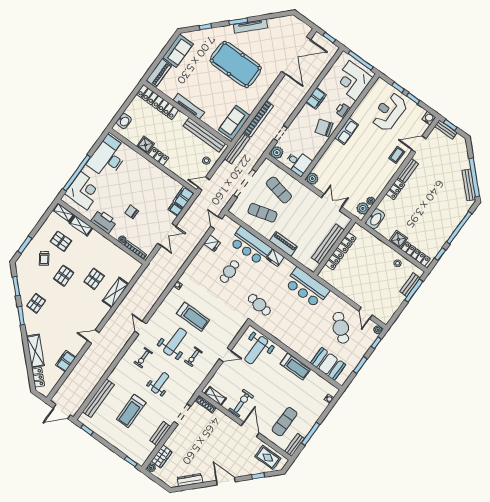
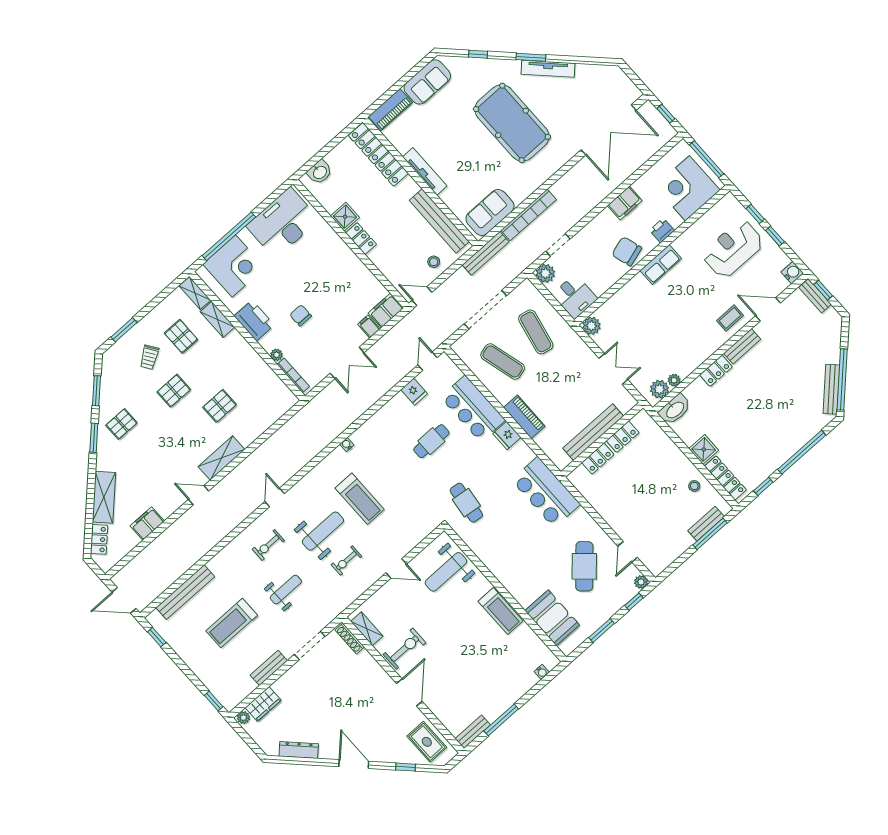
shelving: (115, 292) -> (221, 458), moved
exercise mat: (285, 422) -> (465, 692), removed

